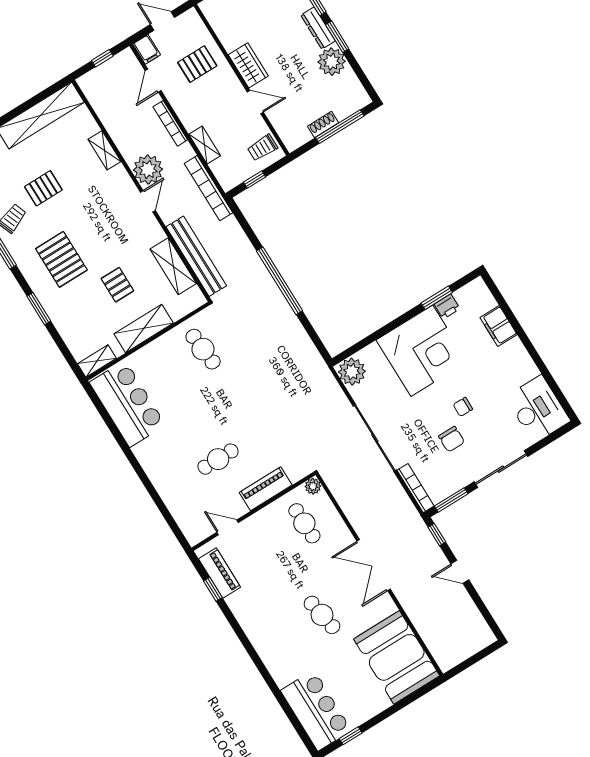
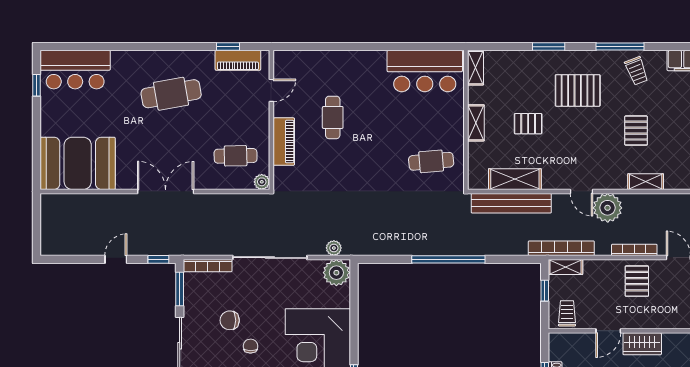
pallet: (197, 64) -> (637, 281), moved
shelving: (205, 145) -> (565, 267), moved
pallet: (43, 188) -> (636, 131), moved
shelving: (144, 328) -> (476, 123), width x0.67, depth x0.75
plant: (332, 387) -> (334, 248), added
cafe table: (322, 615) -> (171, 94), moved, width x1.37, depth x1.35

